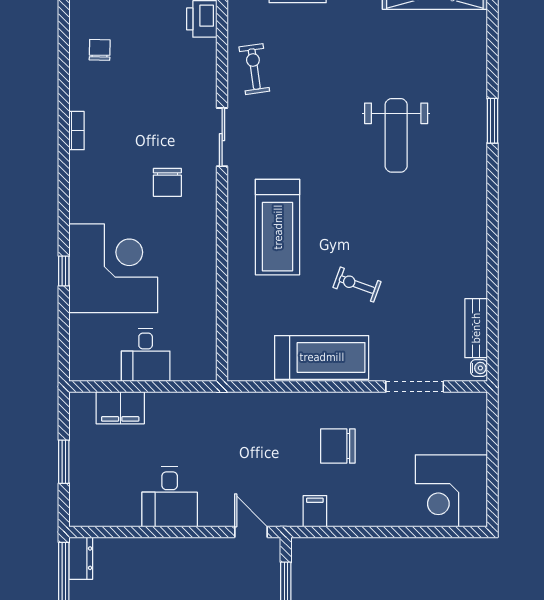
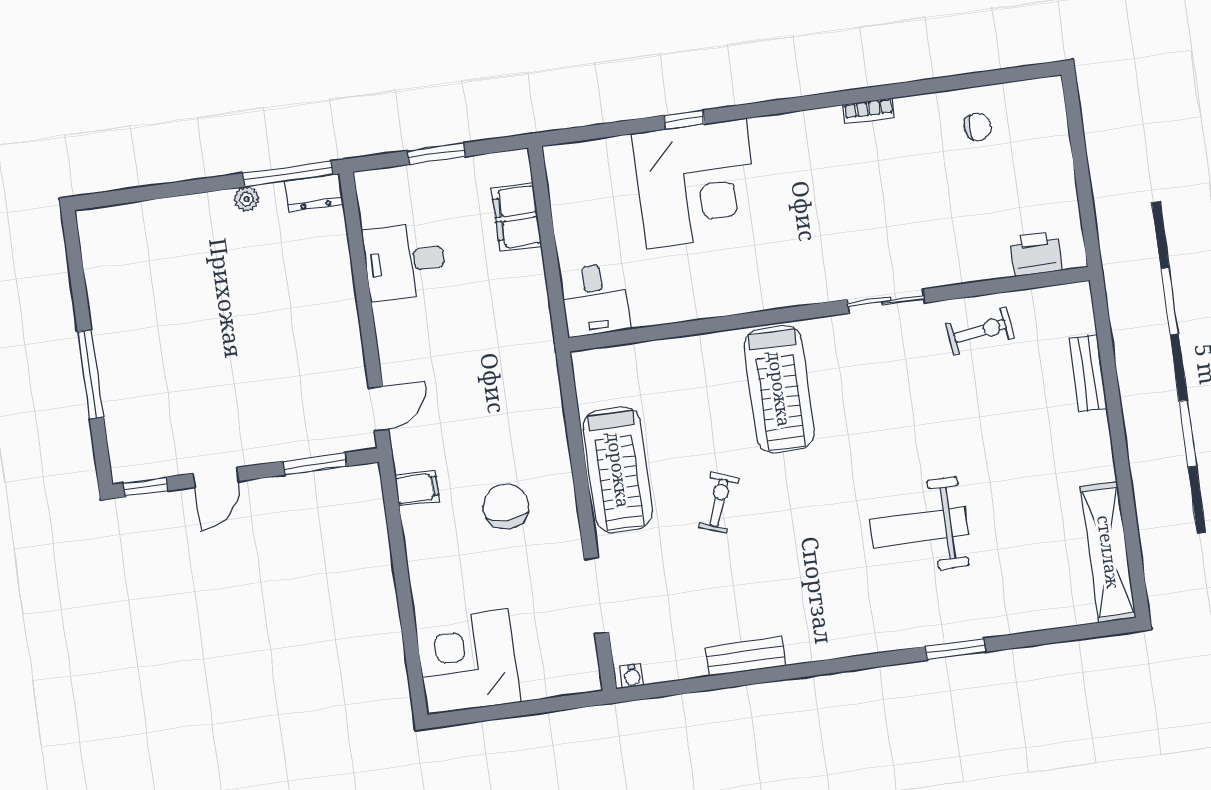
chair: (167, 182) -> (818, 238), removed
treadmill: (278, 227) -> (779, 389), turned -90
bench: (476, 328) -> (745, 656), moved
desk: (146, 355) -> (595, 300), moved, turned -90
desk: (170, 497) -> (405, 261), moved

